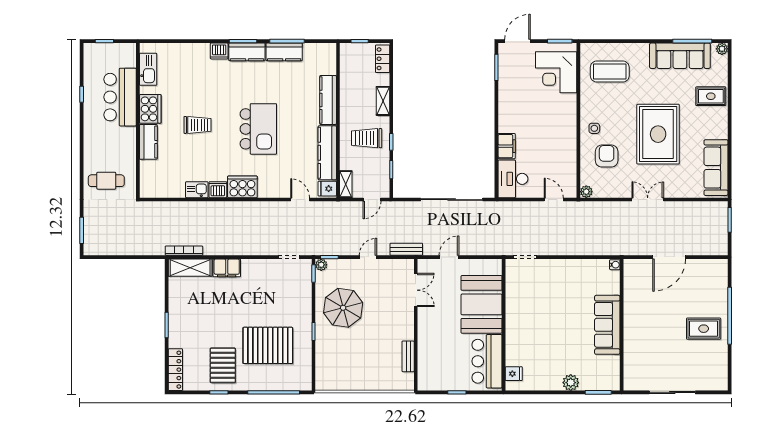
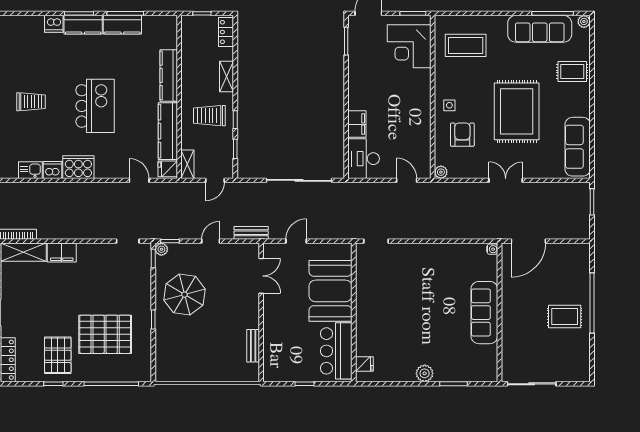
water cooler: (615, 265) -> (492, 249), moved
sofa: (607, 325) -> (484, 313), moved
wall: (622, 325) -> (499, 312), moved

